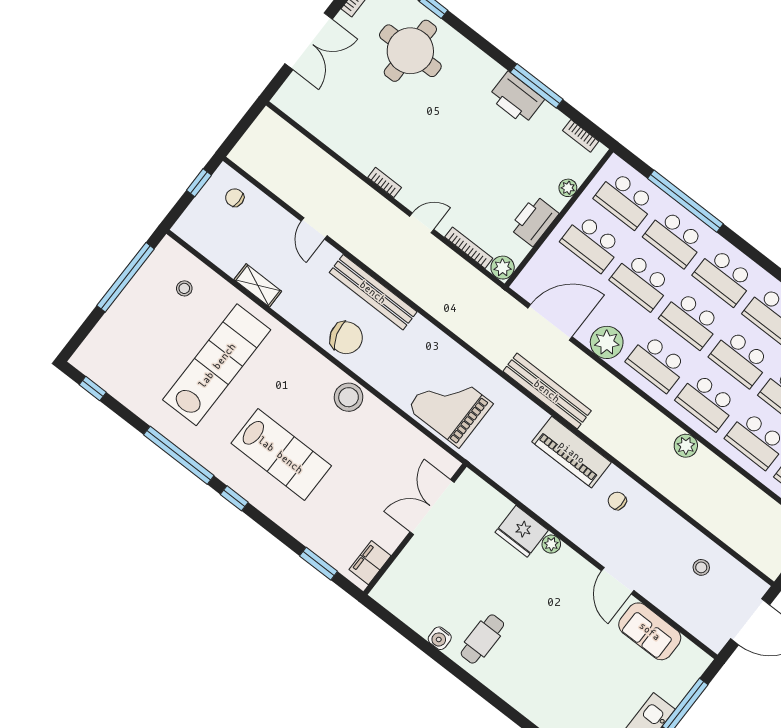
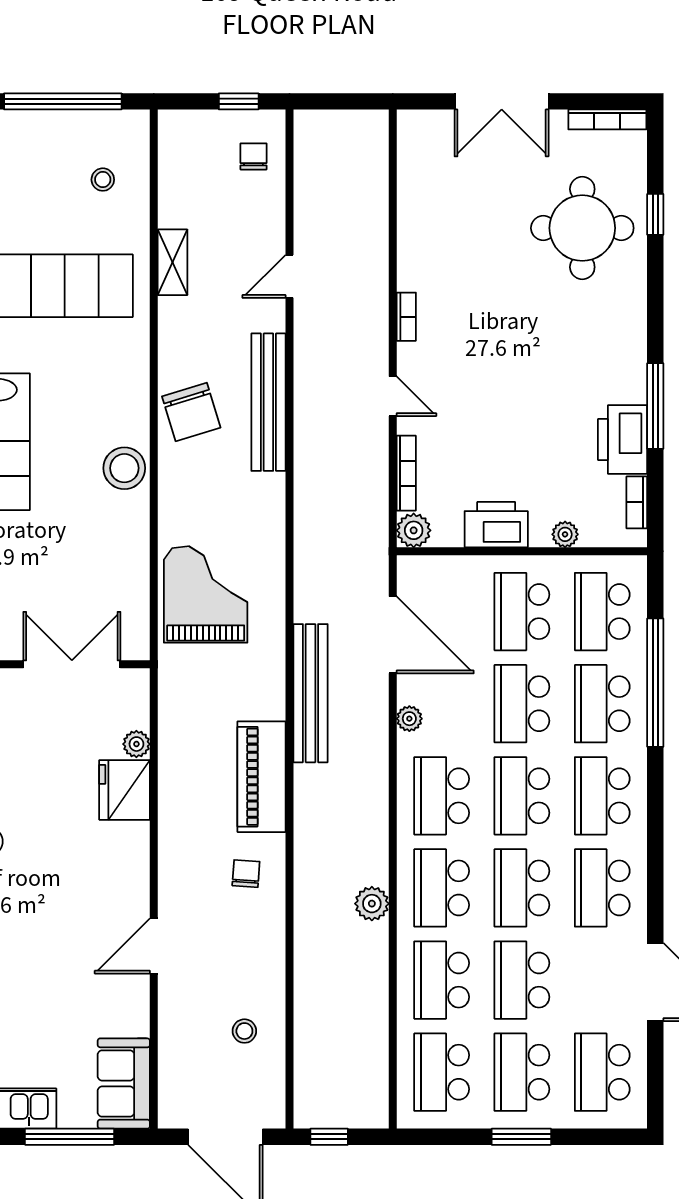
printer: (516, 98) -> (623, 440), moved
plant: (607, 342) -> (409, 719), width x0.53, depth x0.53
plant: (551, 544) -> (136, 744), moved
sofa: (650, 631) -> (124, 1083), moved

